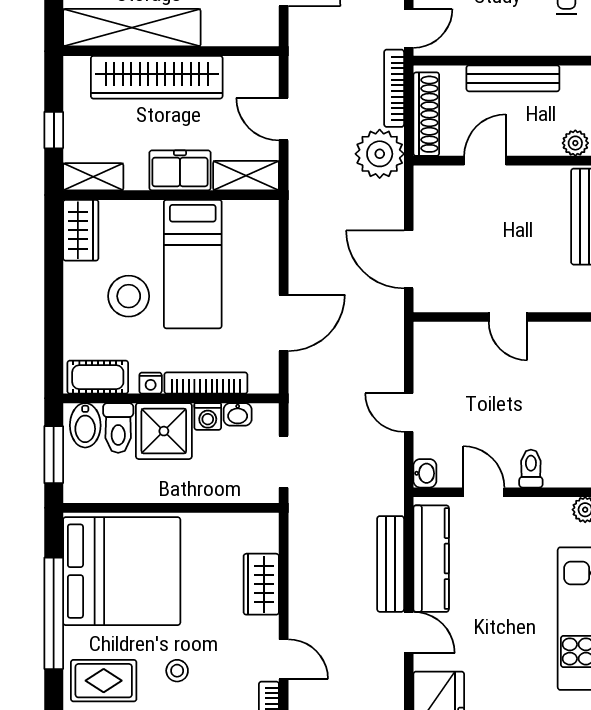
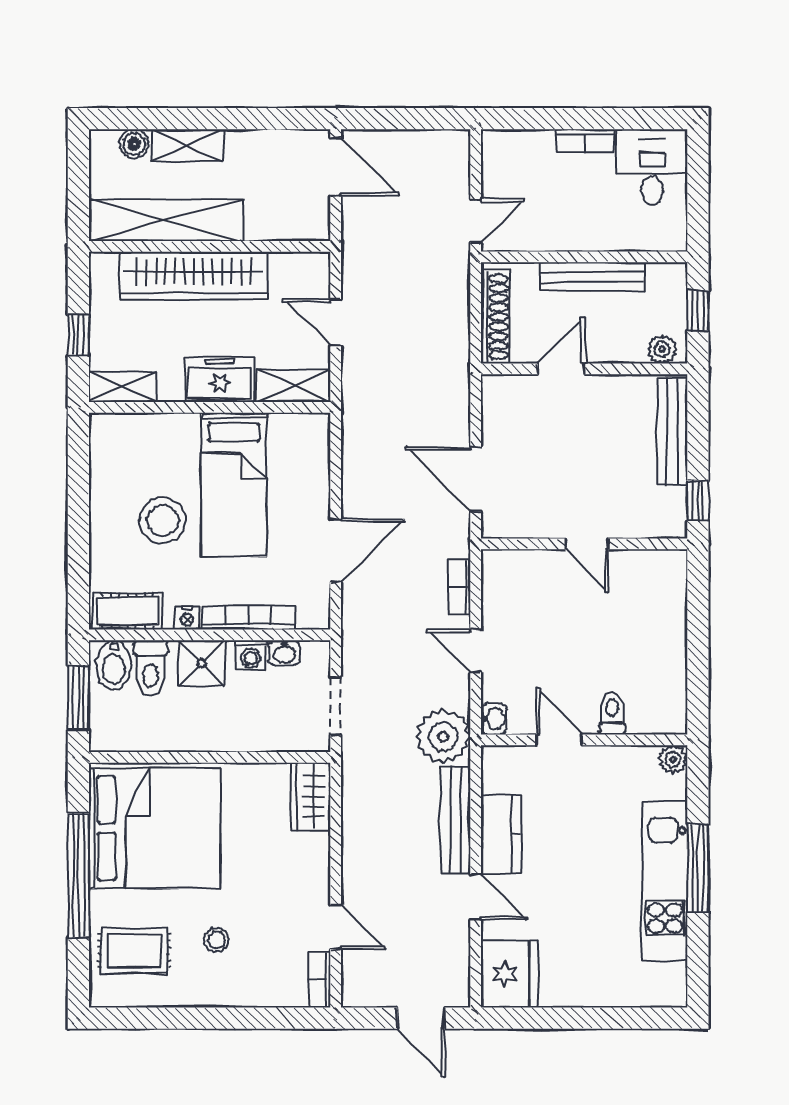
bookcase: (394, 88) -> (459, 587), moved, width x0.64
plant: (380, 154) -> (443, 737), moved
wardrobe: (81, 230) -> (109, 447), removed
shower: (164, 431) -> (202, 663), width x0.73, depth x0.73
kitchen counter: (431, 559) -> (501, 834), width x0.67
wardrobe: (261, 584) -> (311, 797), moved

